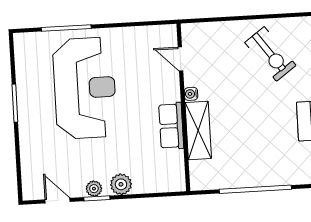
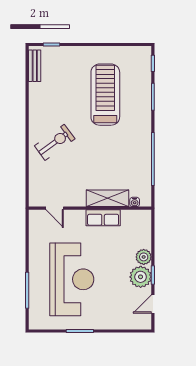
door: (181, 59) -> (55, 208), hinge flipped
reception desk: (85, 88) -> (72, 279), turned 90
water cooler: (191, 94) -> (135, 202), moved
plant: (94, 189) -> (141, 277), width x1.87, depth x1.87

